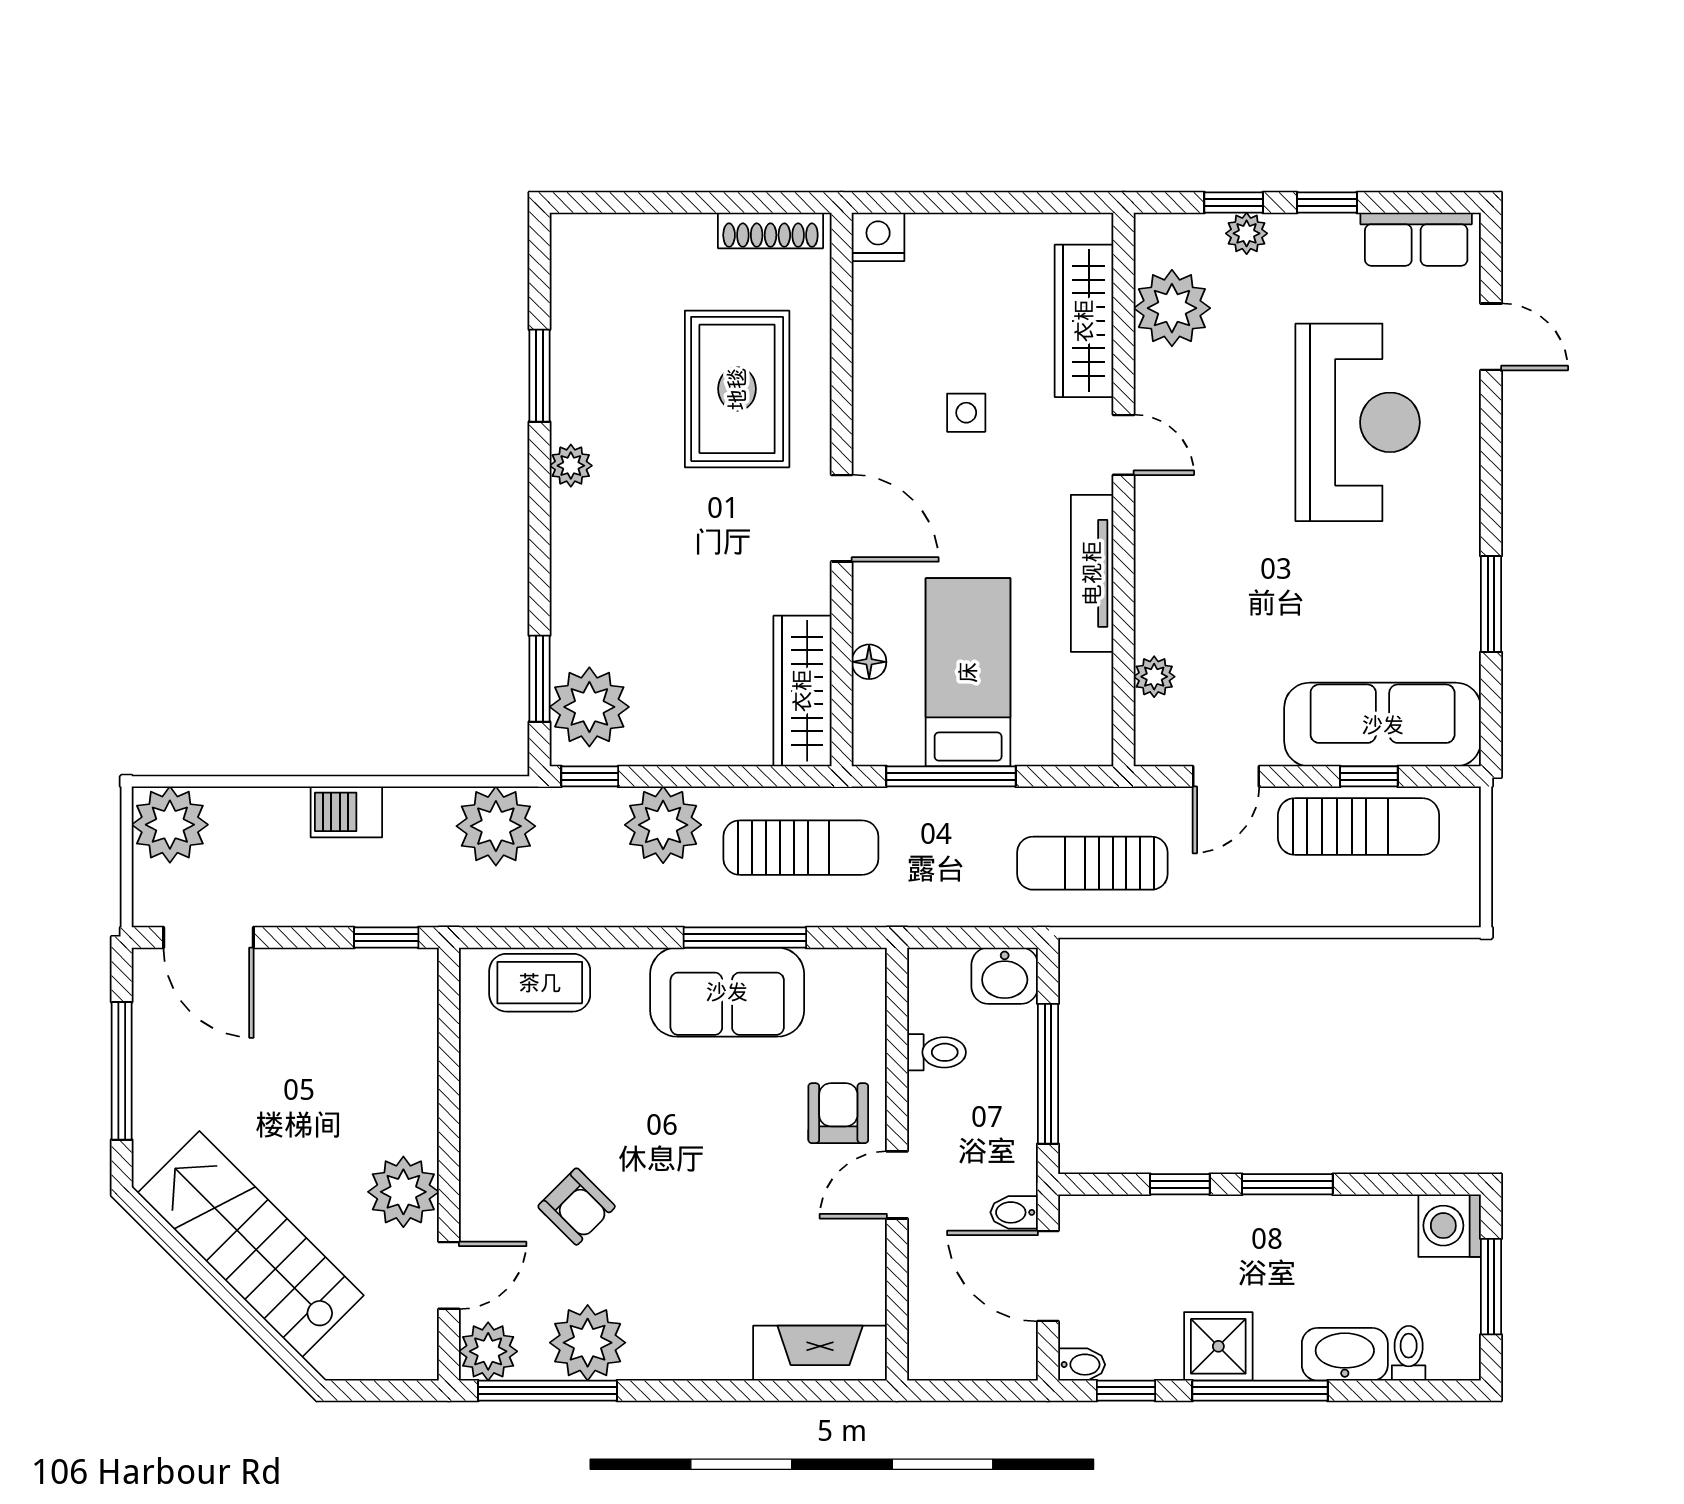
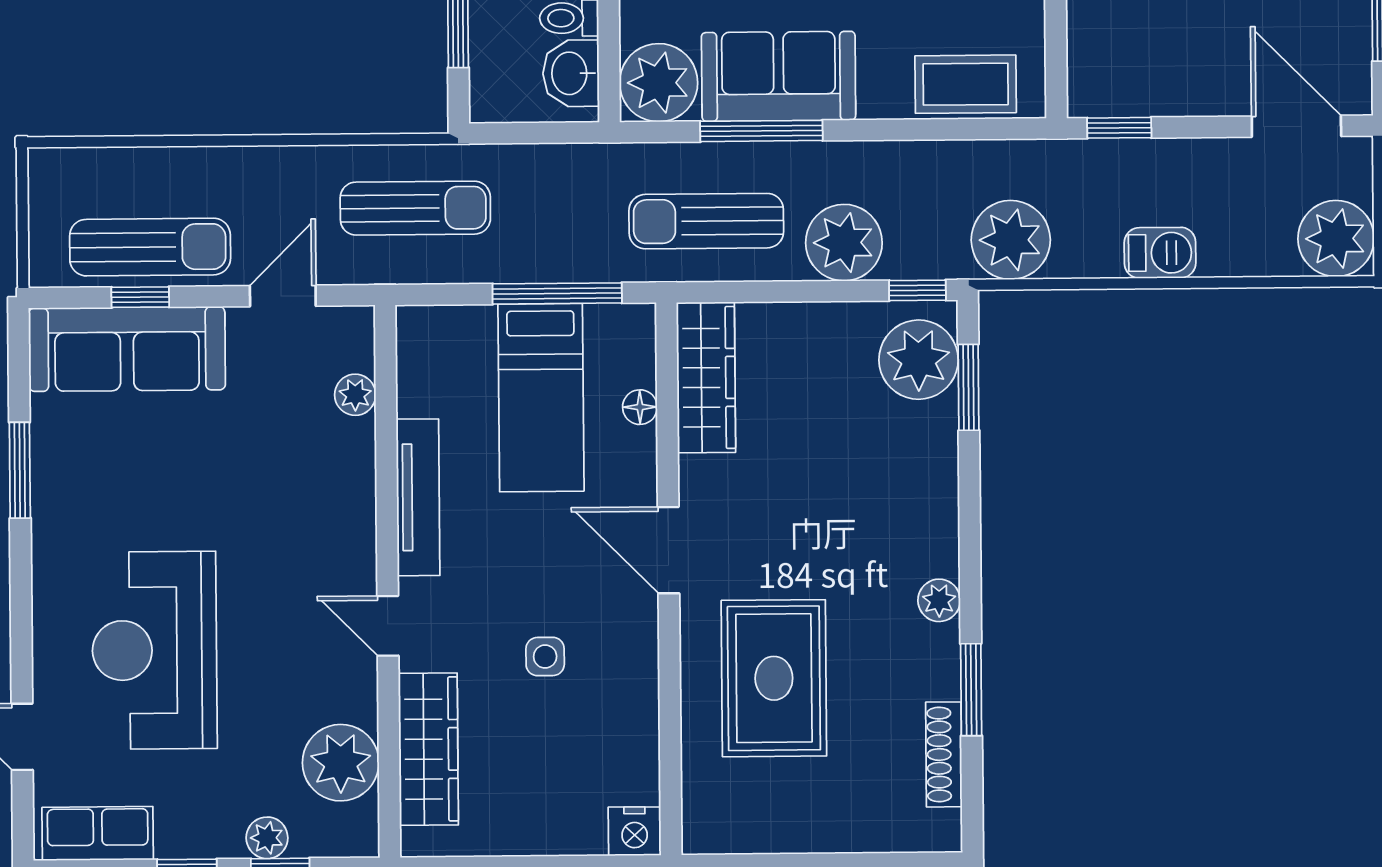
shoe rack: (770, 230) -> (944, 754), moved, turned -90
sun lounger: (1359, 826) -> (150, 247), turned 180
washbasin: (1005, 976) -> (571, 73), moved, turned -90
plant: (847, 987) -> (659, 83), added

